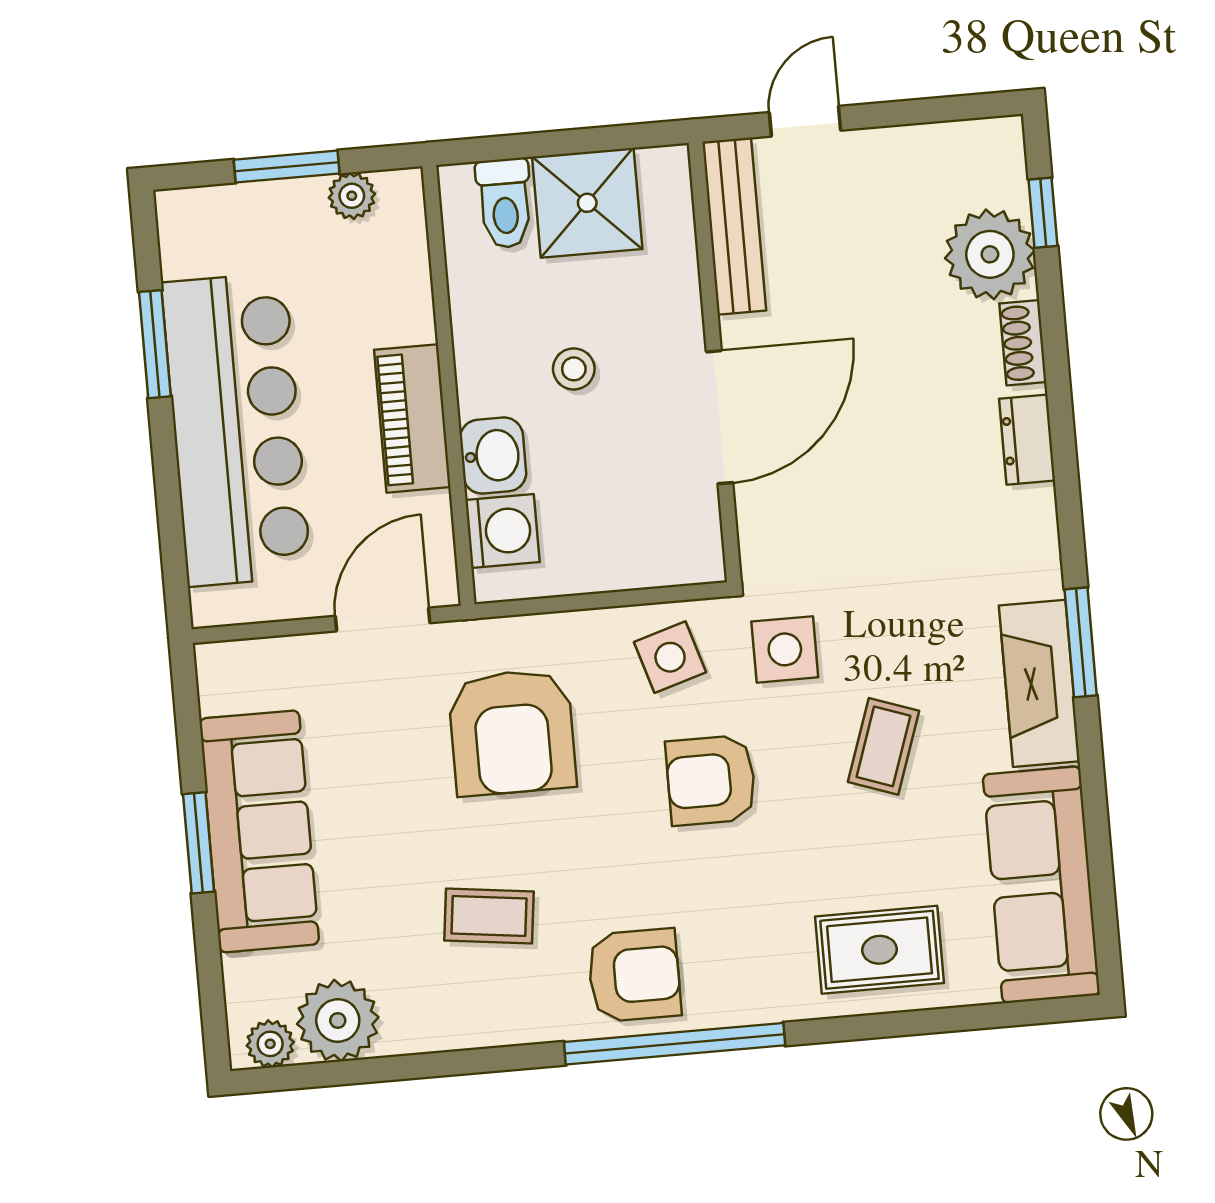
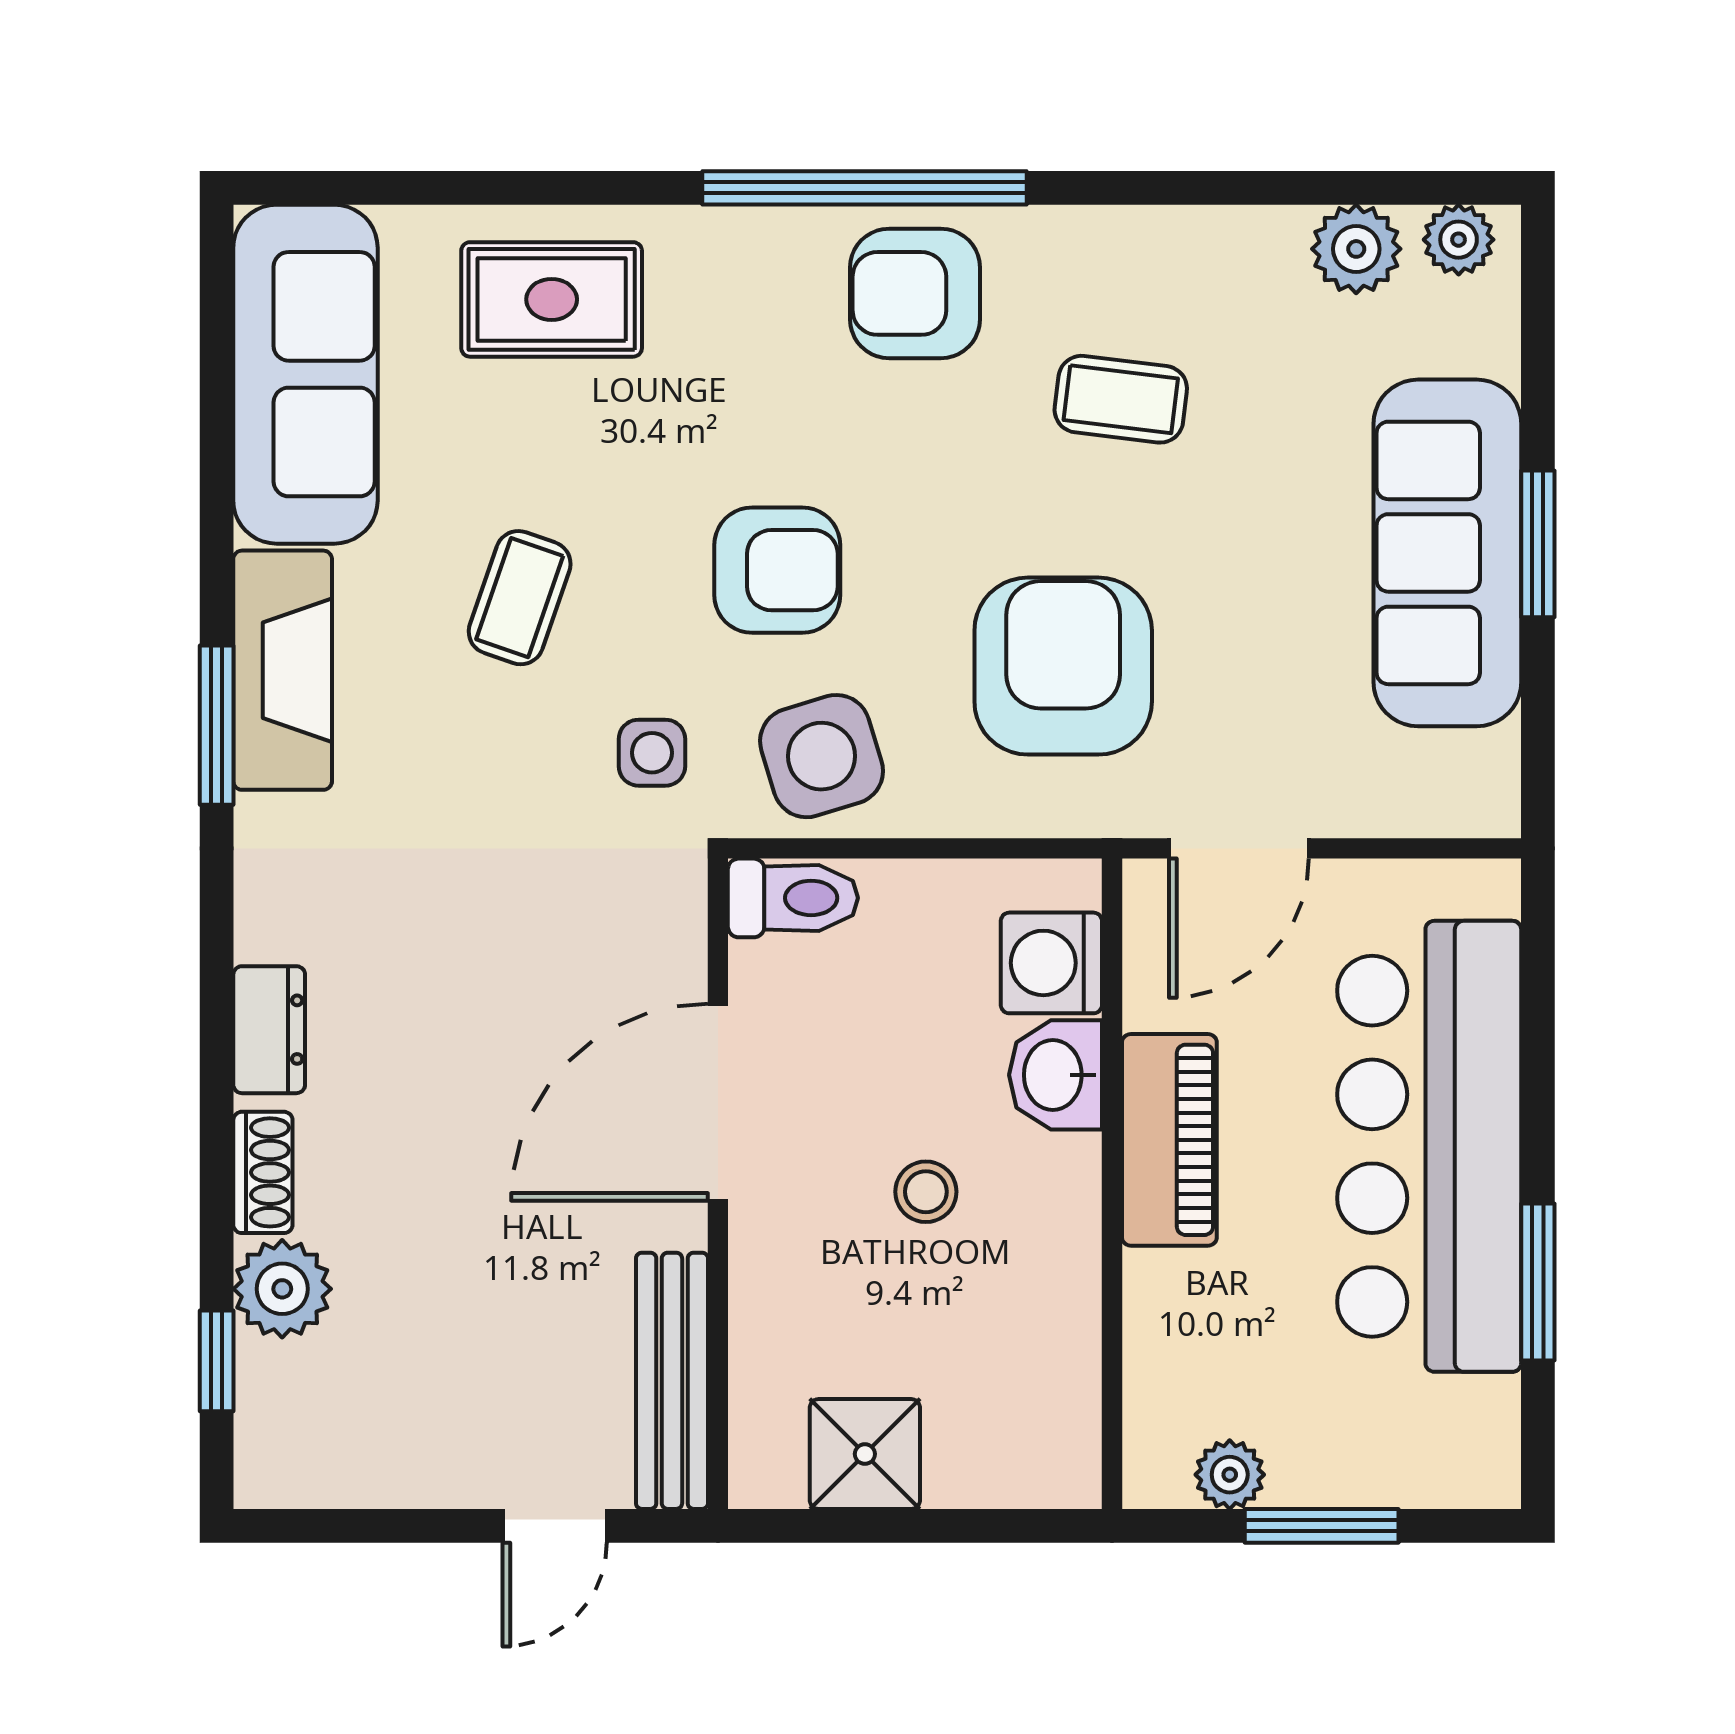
toilet: (505, 203) -> (793, 898), moved, turned 90
shower: (587, 203) -> (865, 1454), width x0.73, depth x0.73
plant: (990, 254) -> (282, 1289), width x0.73, depth x0.73
side table: (785, 649) -> (652, 753), width x0.73, depth x0.73
side table: (670, 657) -> (822, 756), width x1.37, depth x1.37
plant: (338, 1021) -> (1356, 249), width x0.73, depth x0.73

